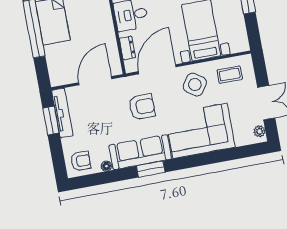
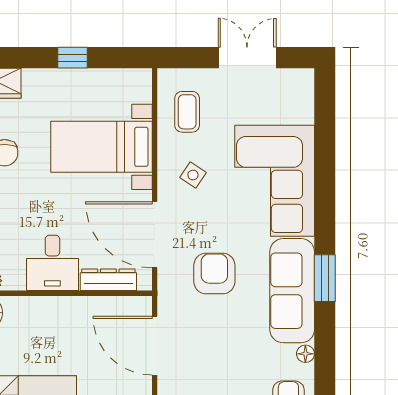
dresser: (127, 48) -> (108, 280), width x1.44
side table: (195, 84) -> (193, 175), width x0.54, depth x0.54
plant: (259, 131) -> (294, 78), removed

